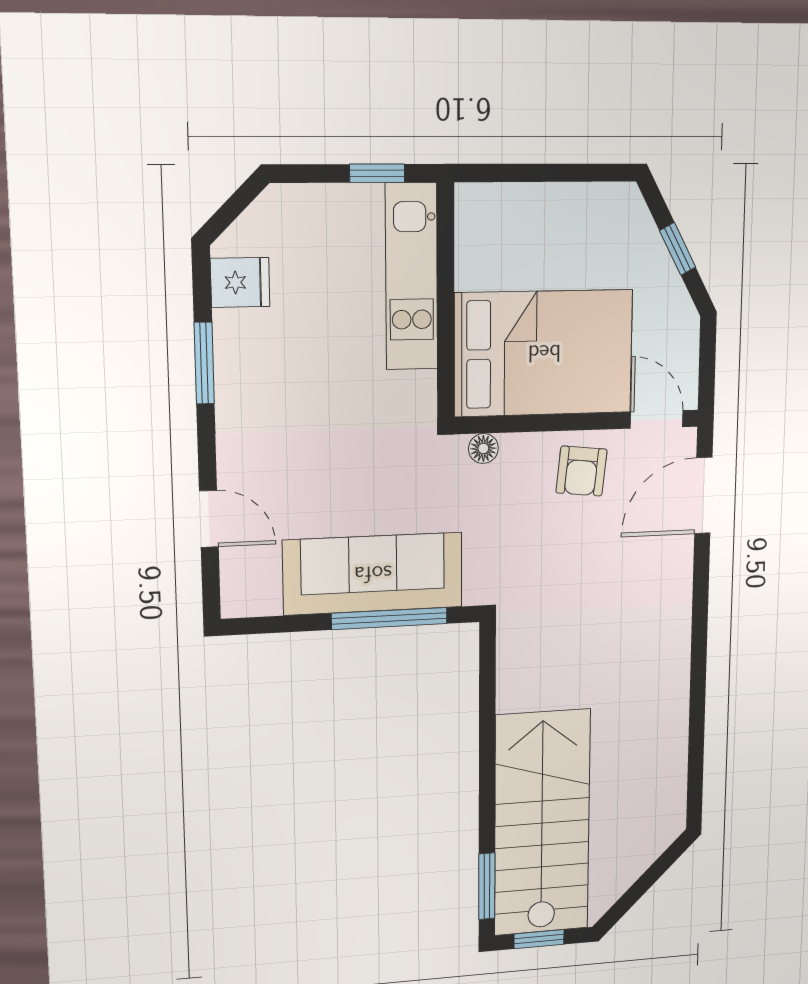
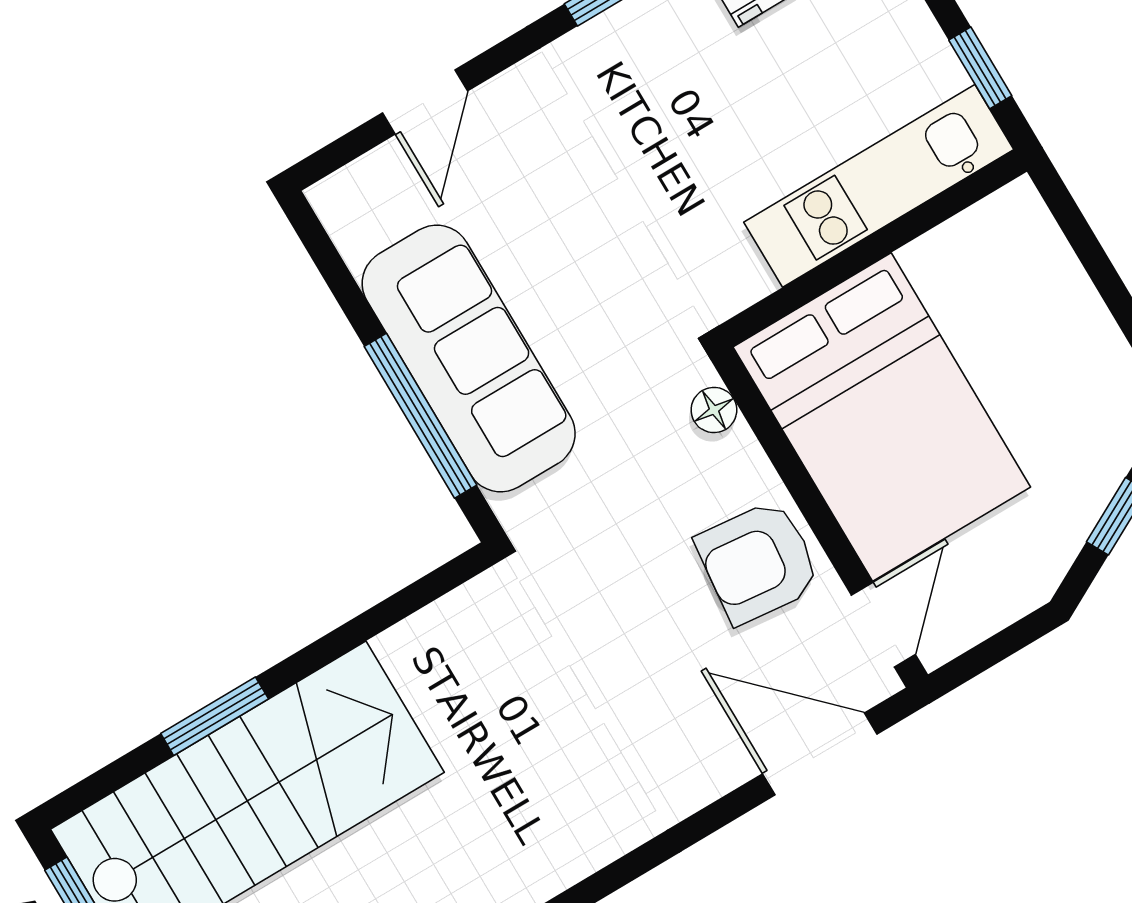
armchair: (581, 471) -> (758, 562), width x1.38, depth x1.38
window: (487, 886) -> (215, 716), moved

